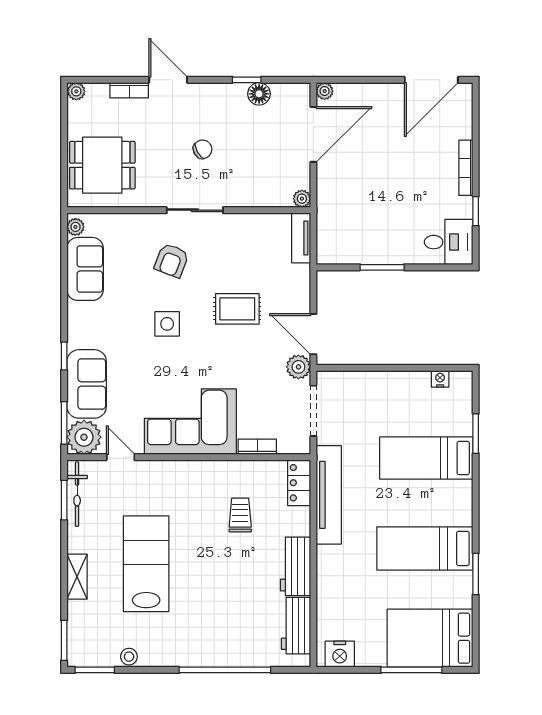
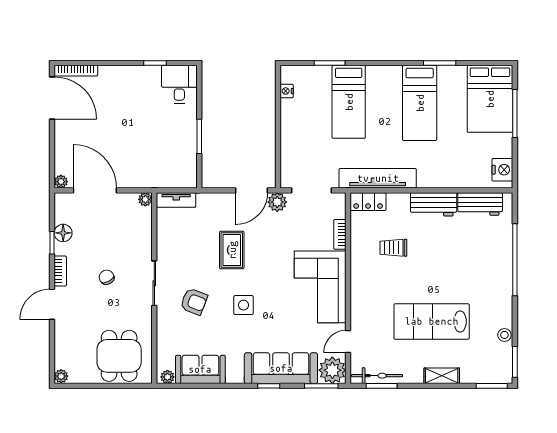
bookcase: (129, 90) -> (60, 271), moved
bookcase: (466, 168) -> (76, 71), moved
sofa: (87, 384) -> (281, 368), width x1.36

